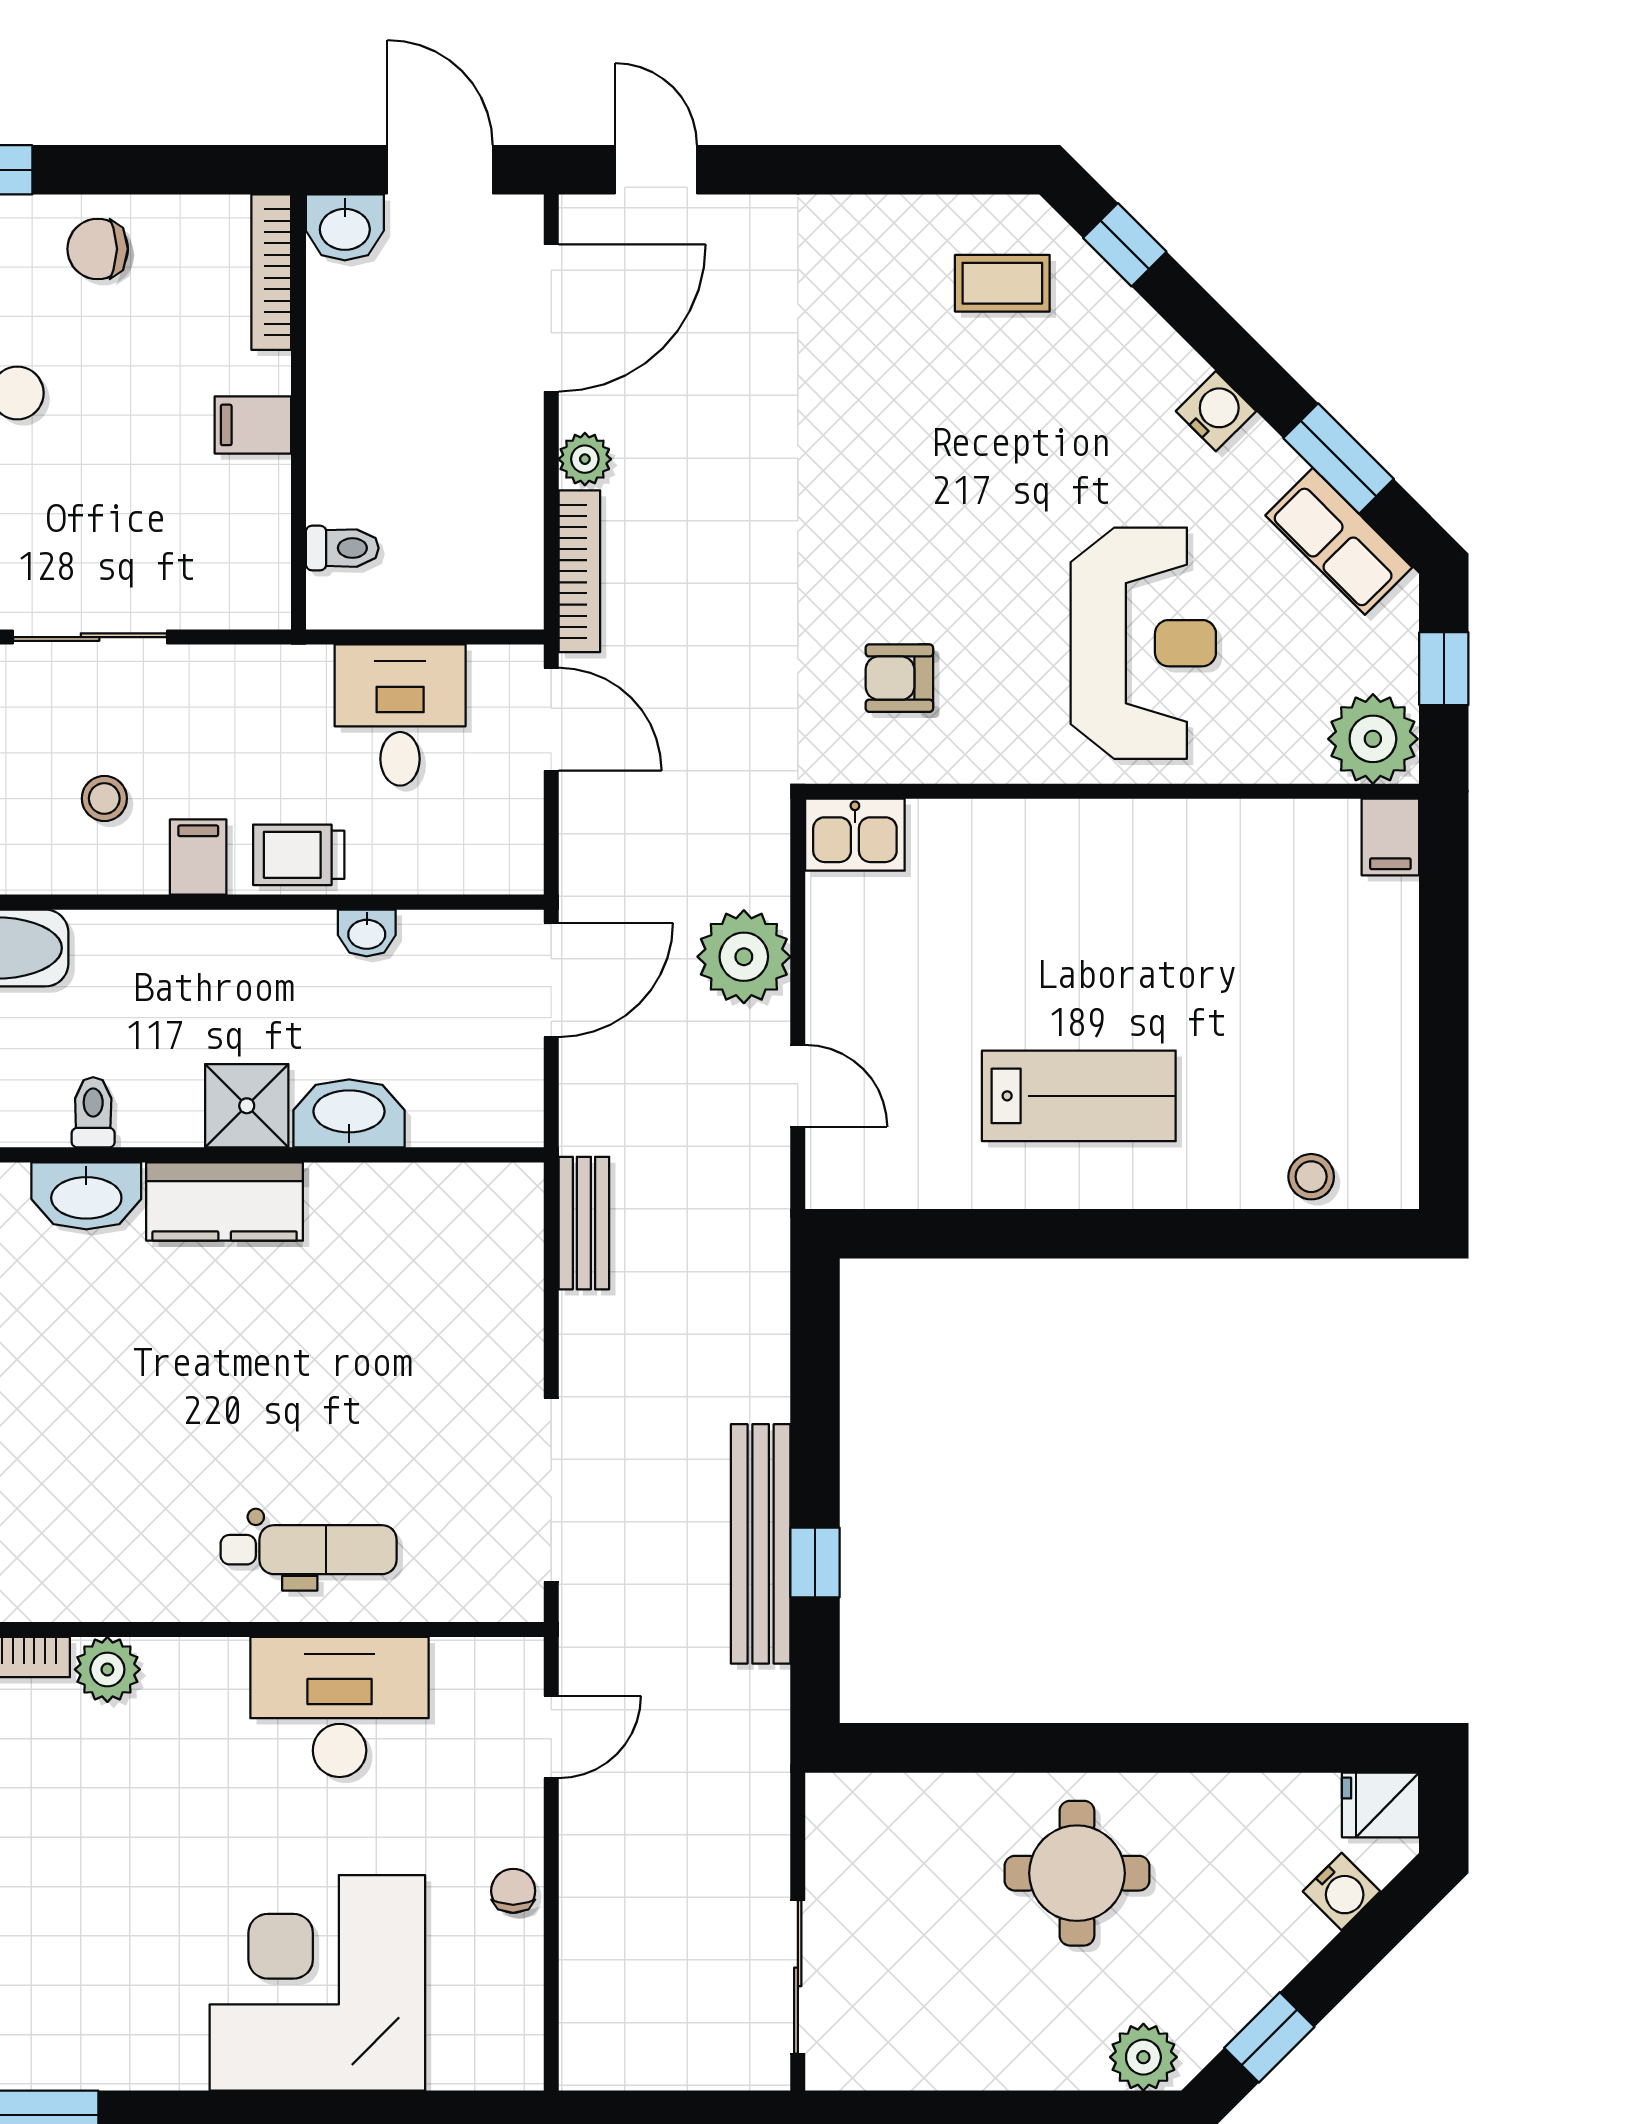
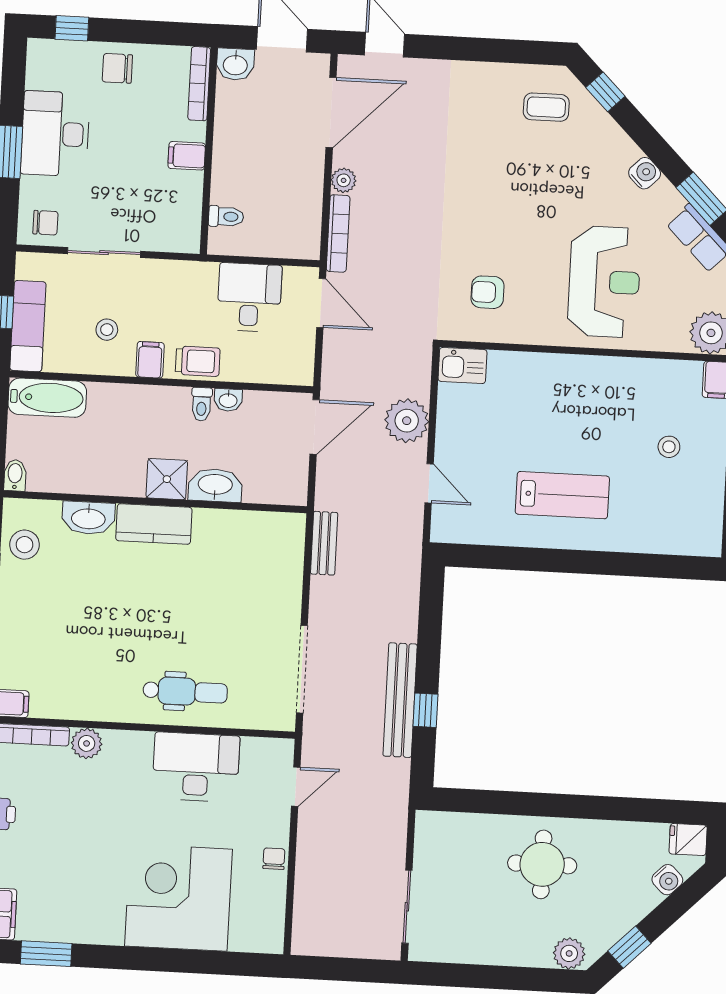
trolley: (299, 855) -> (198, 361), turned 180
toilet: (93, 1112) -> (202, 404), moved, turned 180
stool: (1311, 1177) -> (669, 447), moved

